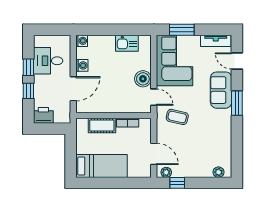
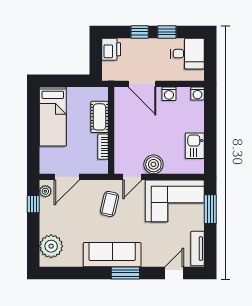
desk: (48, 61) -> (187, 54), moved, turned 90
sofa: (221, 90) -> (112, 255), moved, width x1.36
plant: (218, 172) -> (51, 246), width x1.87, depth x1.87

